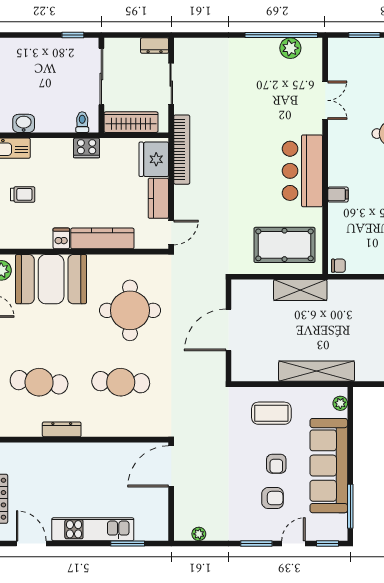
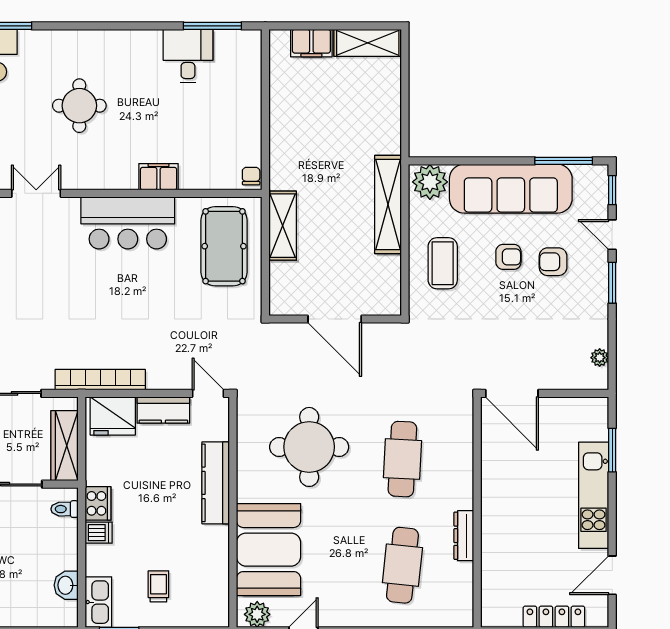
filing cabinet: (338, 195) -> (159, 177), width x2.00
dishwasher: (61, 238) -> (99, 533), moved, turned 180
plant: (340, 403) -> (430, 182), width x1.87, depth x1.87
armchair: (273, 498) -> (553, 262), turned -90

